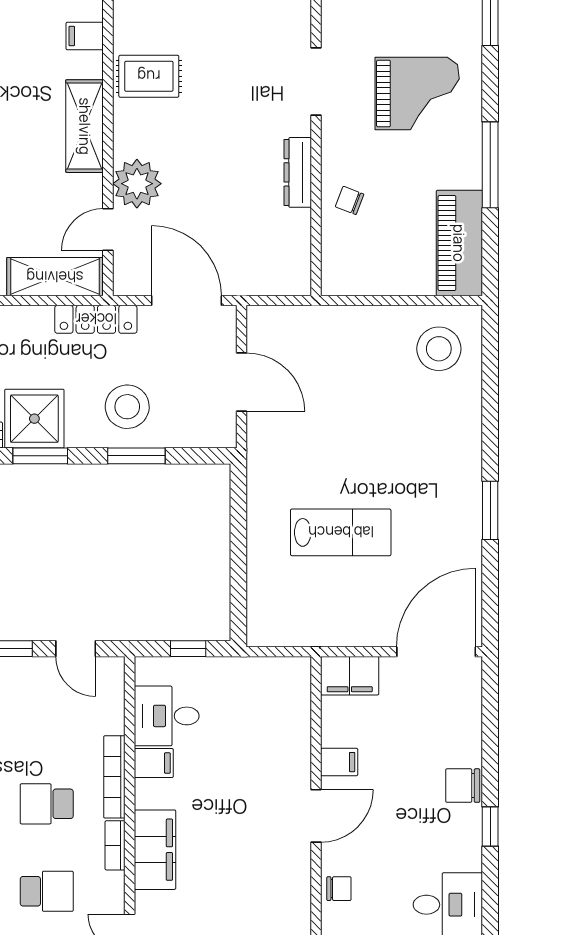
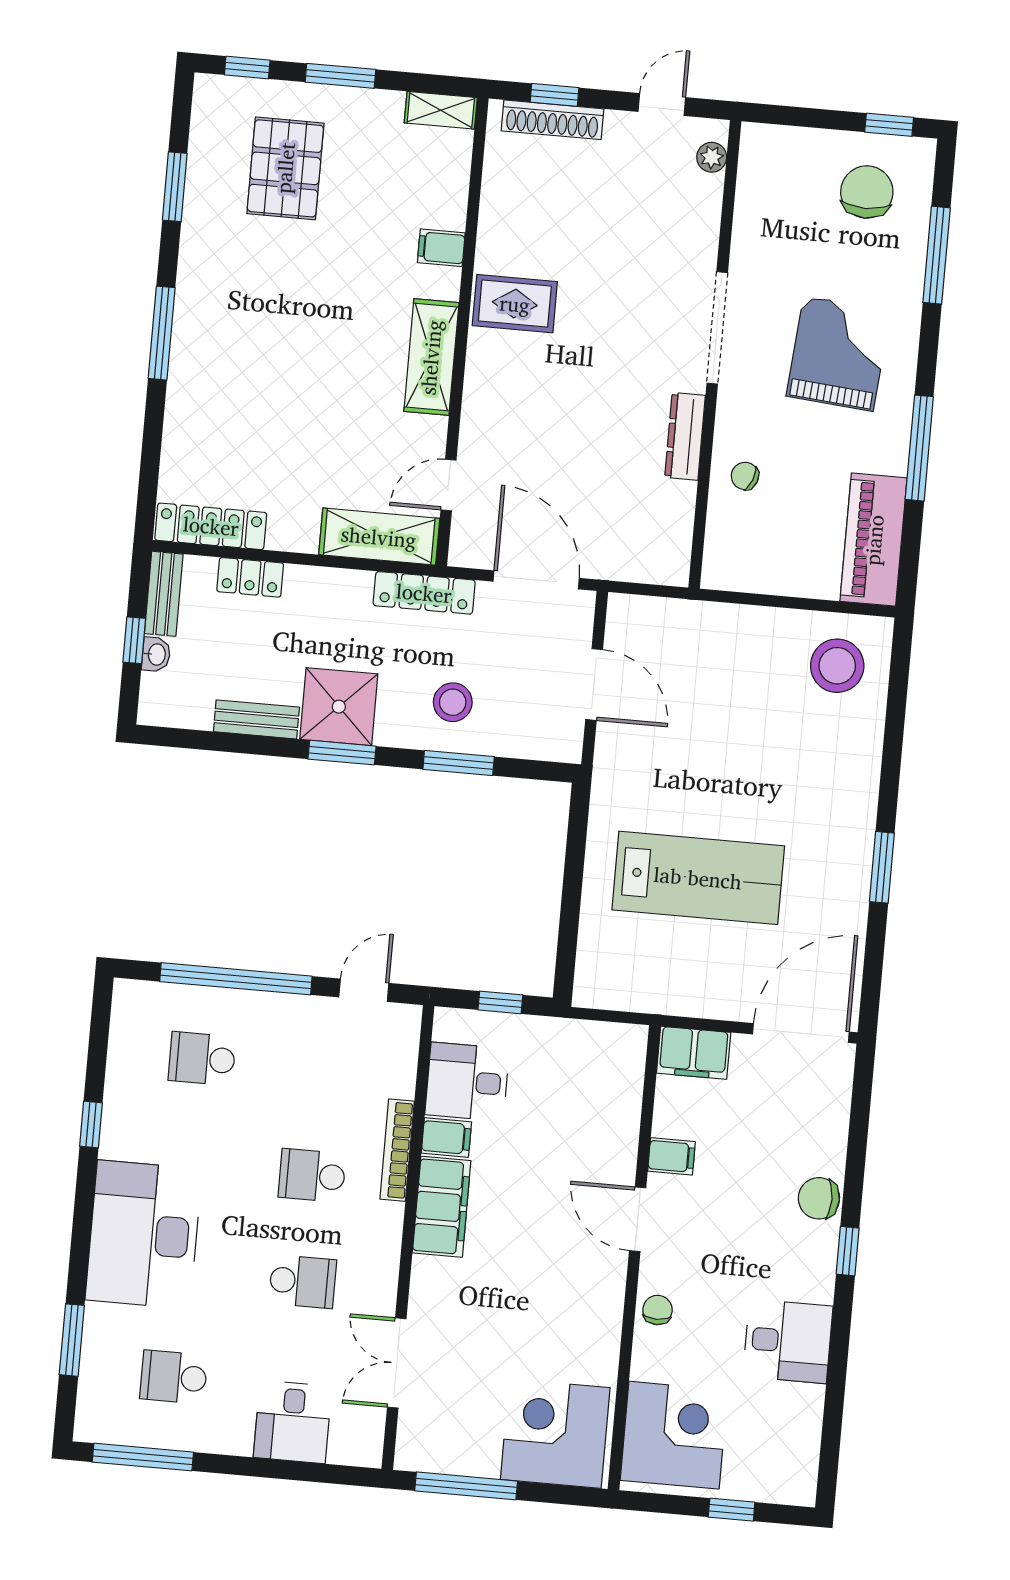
doorway: (316, 81) -> (717, 328), width x1.36
grand piano: (417, 94) -> (838, 354), turned -85
plant: (137, 184) -> (489, 433), removed
stool: (127, 407) -> (453, 702), width x0.73, depth x0.73
lab bench: (341, 532) -> (698, 878), width x1.36, depth x1.39
door: (76, 649) -> (364, 990), swing flipped
door: (316, 816) -> (638, 1219), swing flipped
bookcase: (115, 845) -> (390, 1233), removed
filing cabinet: (155, 850) -> (442, 1207), moved
chair: (339, 889) -> (657, 1310), turned -90

